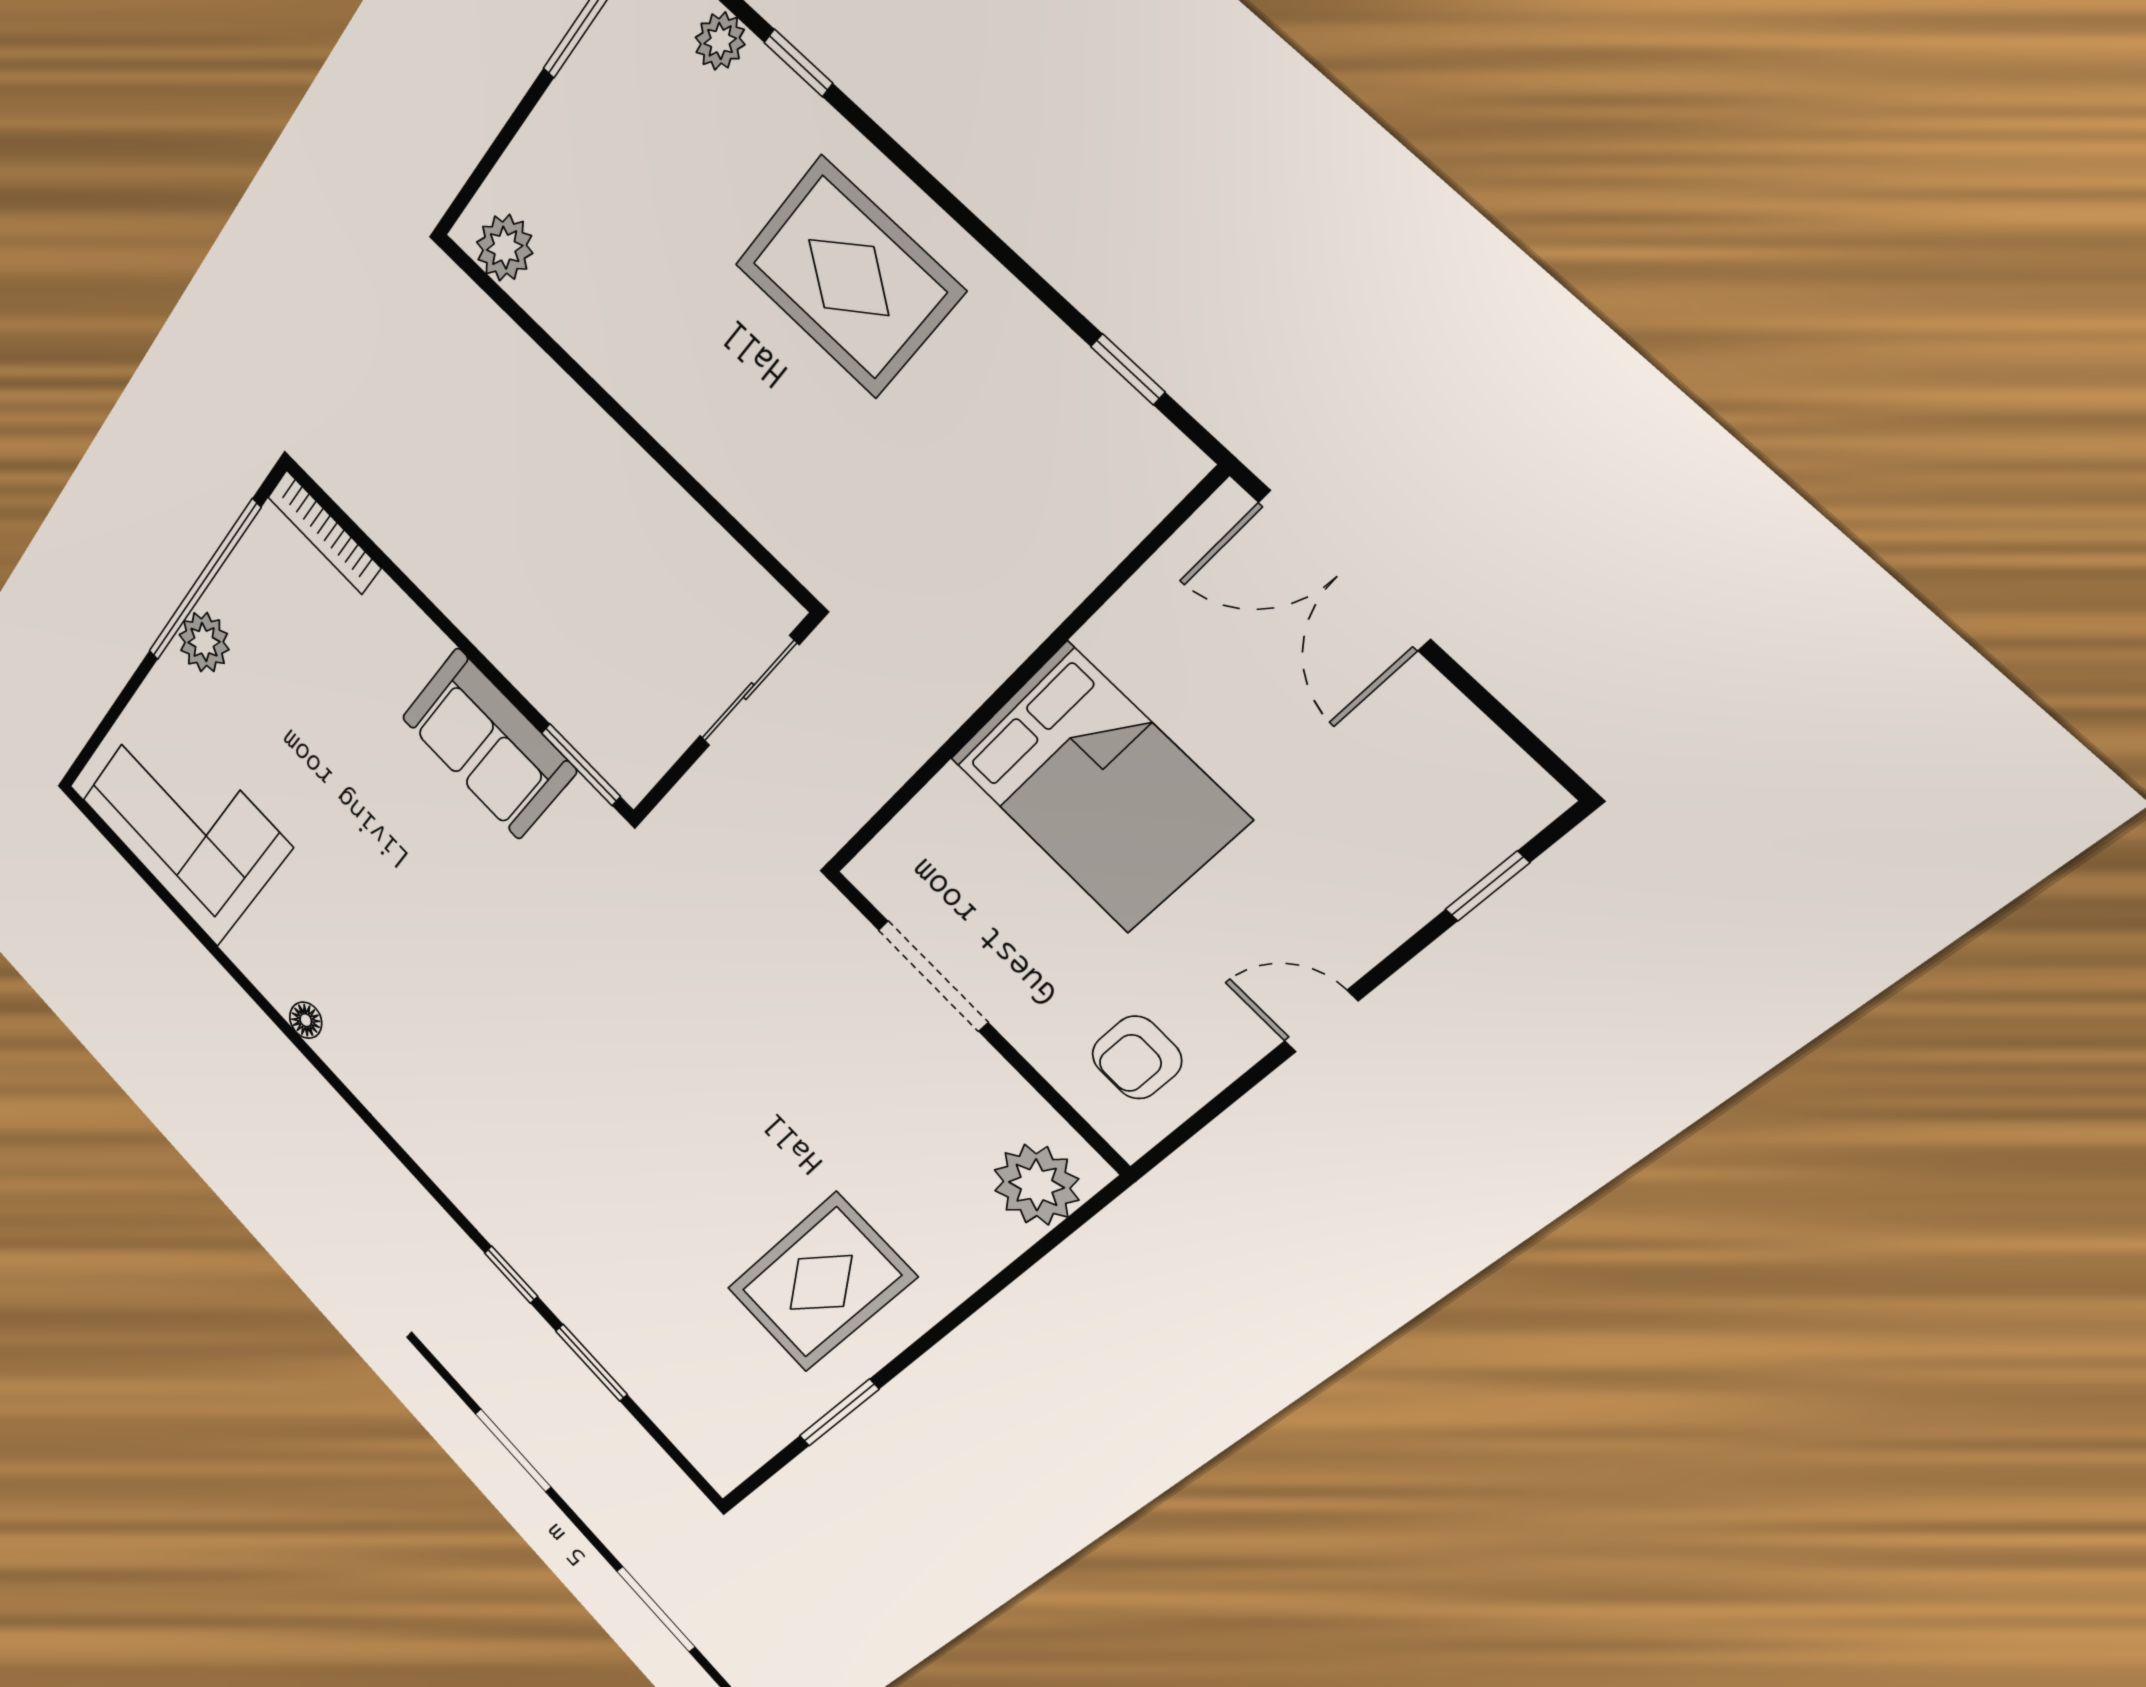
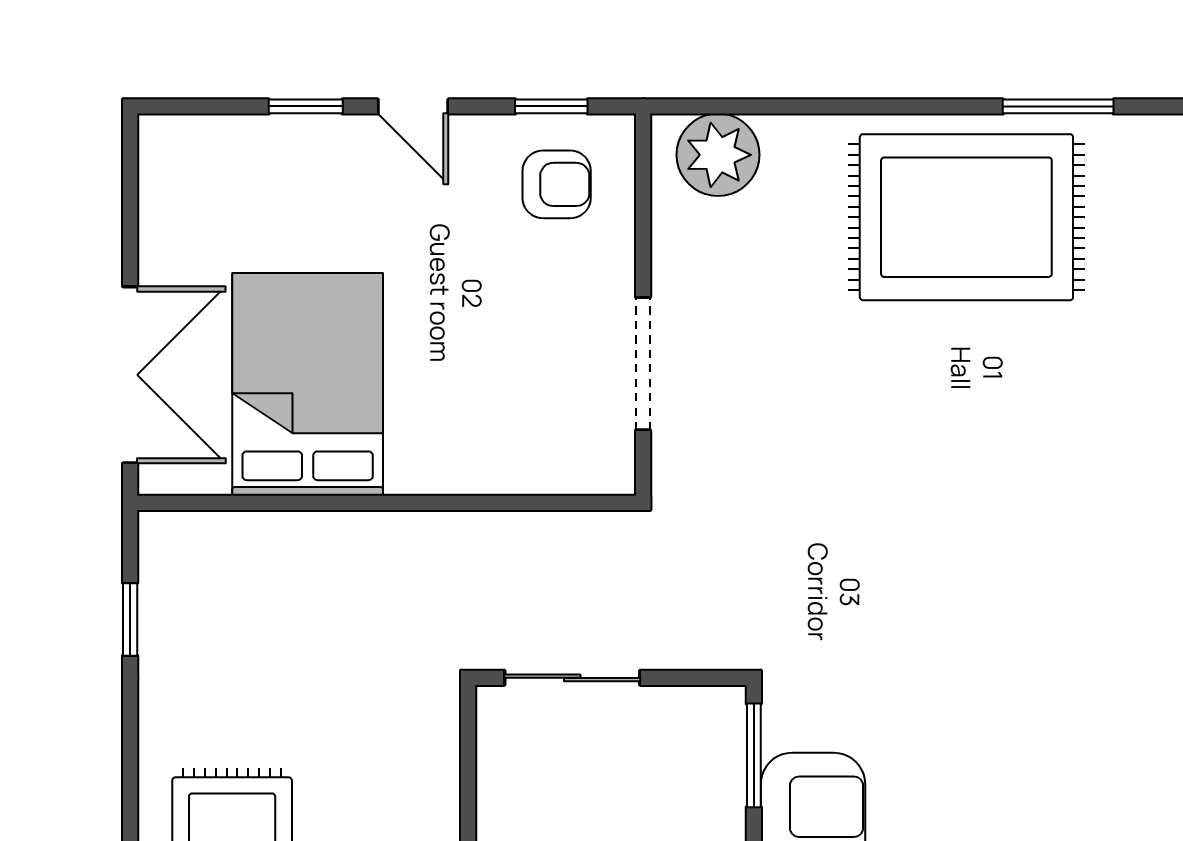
bed: (1098, 788) -> (308, 384), moved
window: (1487, 886) -> (306, 106), moved
window: (1204, 1117) -> (551, 106), added
rug: (821, 1283) -> (966, 217), width x1.37, depth x1.44

